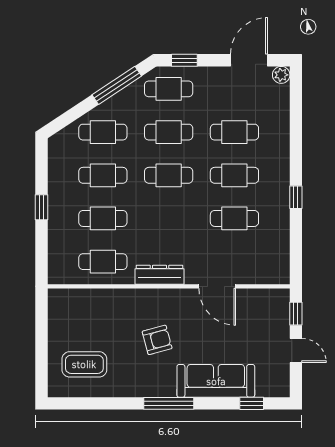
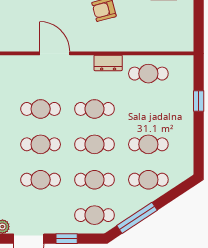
window: (184, 60) -> (67, 239), moved
window: (41, 207) -> (199, 101), moved
cafe table: (103, 218) -> (94, 109), moved
dresser: (159, 275) -> (108, 63), width x0.70

